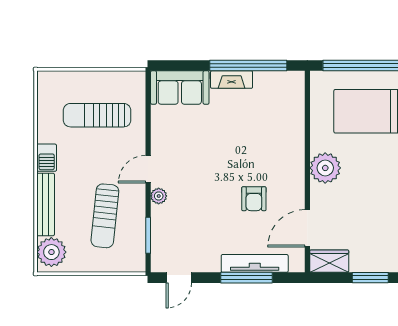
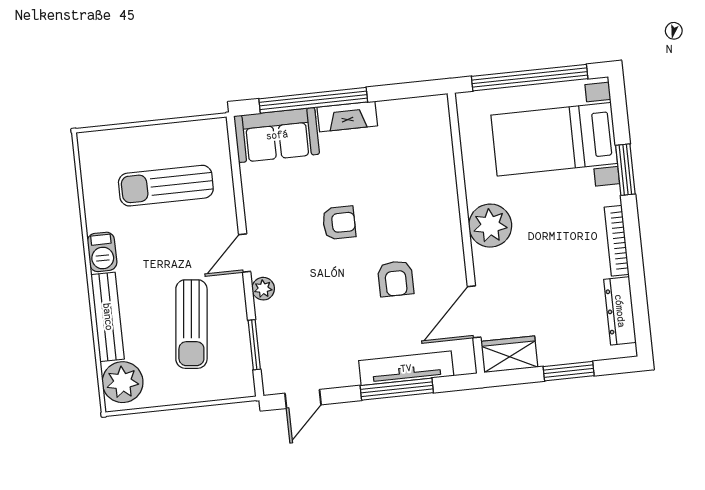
window: (248, 65) -> (313, 100), moved
armchair: (218, 155) -> (339, 223), added

